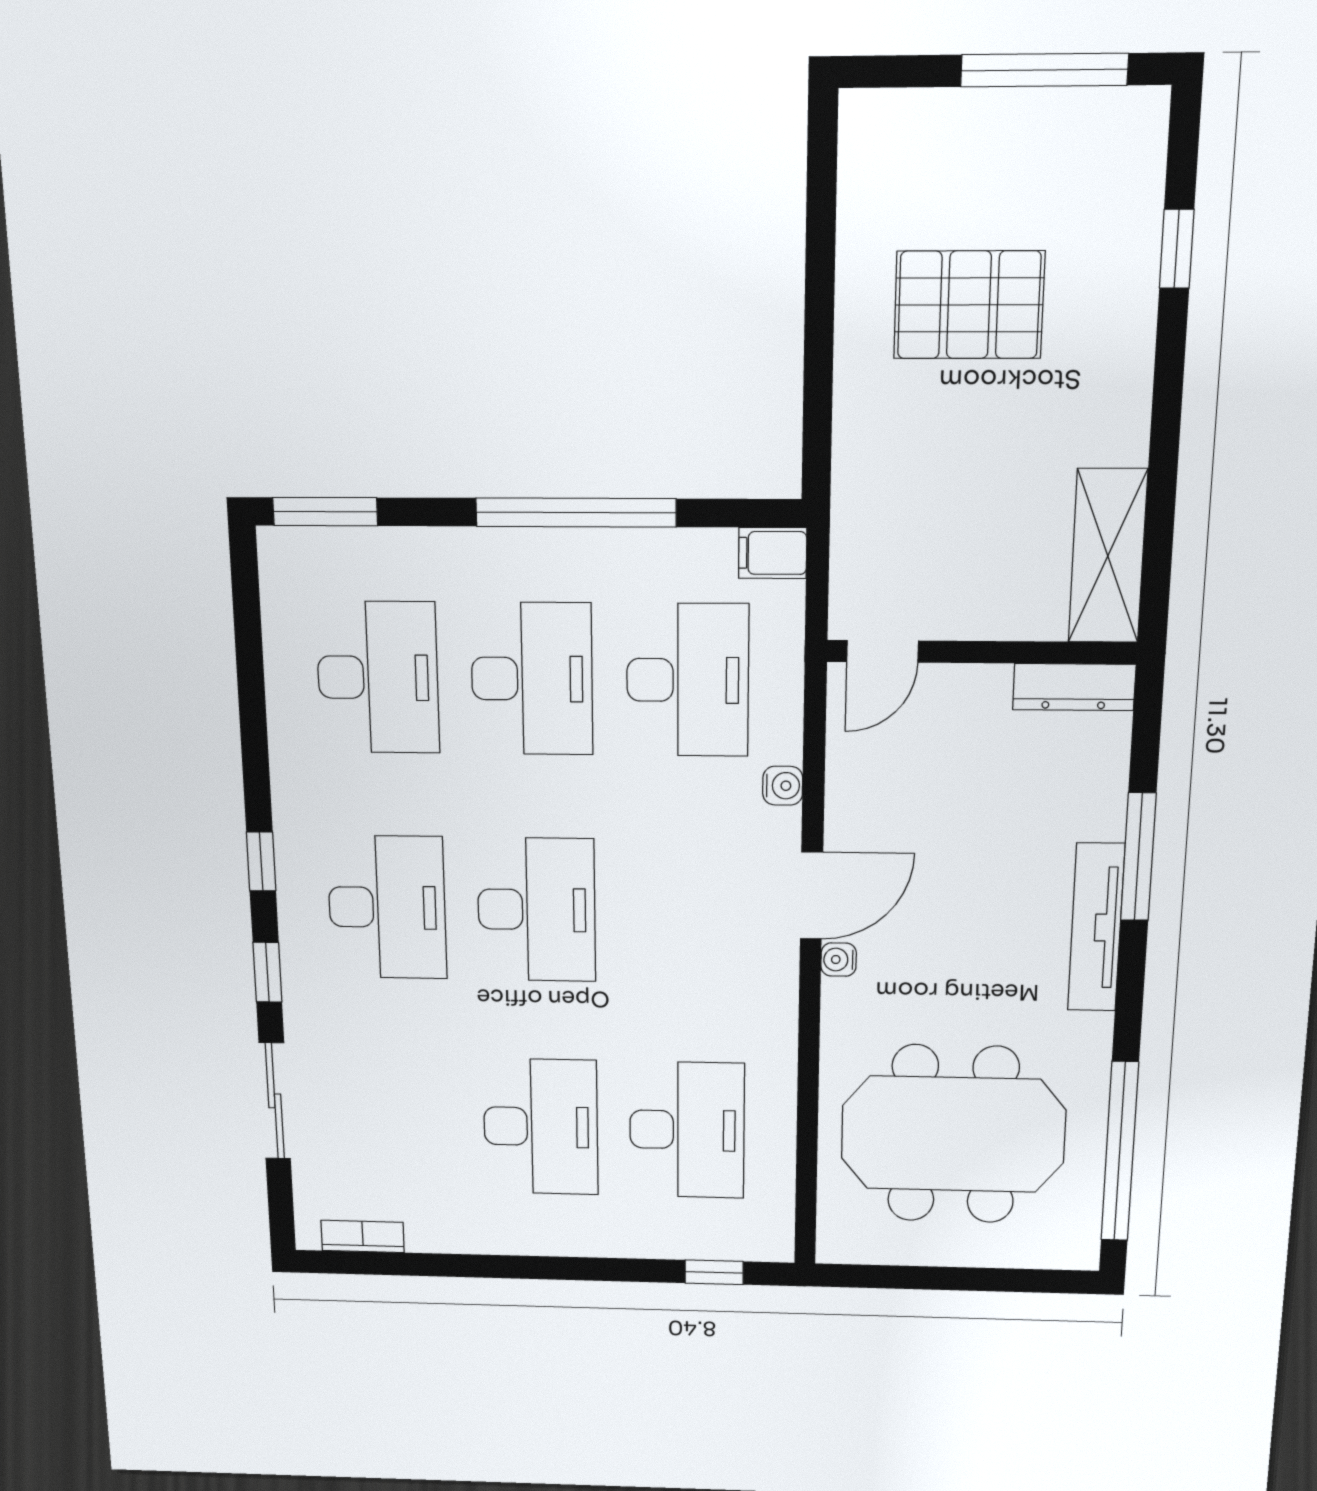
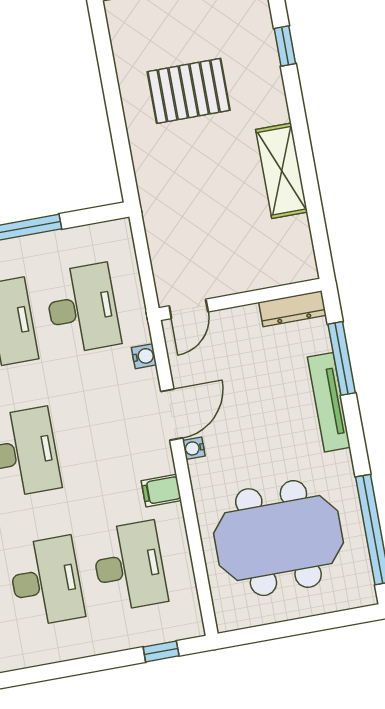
filing cabinet: (773, 553) -> (161, 491), moved
shelving: (1108, 556) -> (282, 171), moved
door: (883, 651) -> (189, 309), moved
wall: (981, 652) -> (240, 299), moved
dresser: (1074, 687) -> (293, 309), moved

